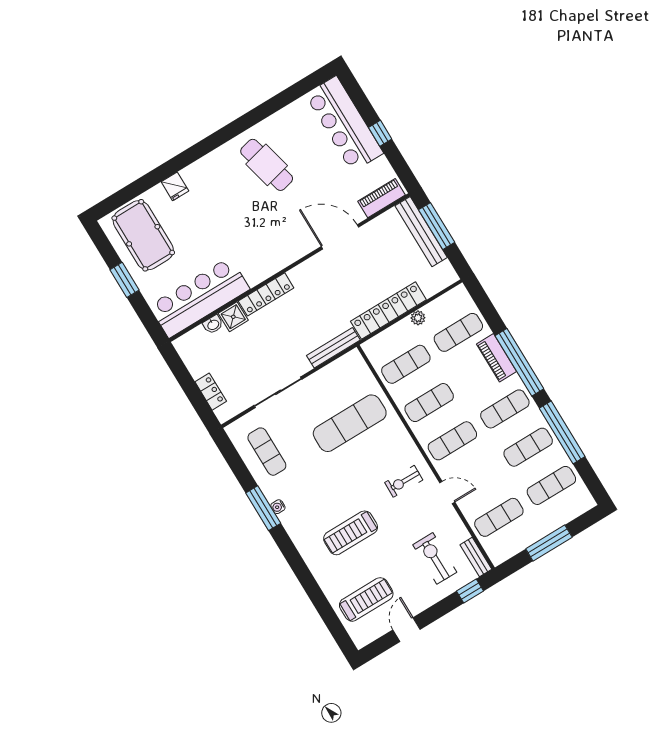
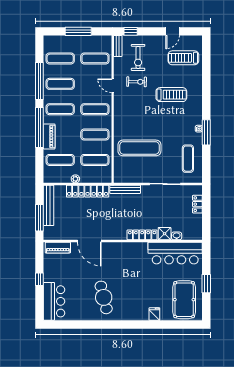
bar counter: (344, 124) -> (54, 301), width x0.73
bench: (421, 232) -> (49, 205), moved
exercise bike: (404, 481) -> (137, 82), moved

